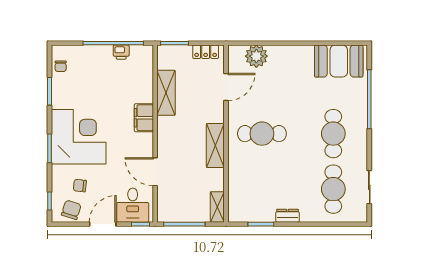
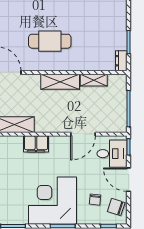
cafe table: (262, 134) -> (50, 41), turned 90
shelving: (217, 207) -> (94, 80), moved
dresser: (288, 216) -> (121, 61), moved

